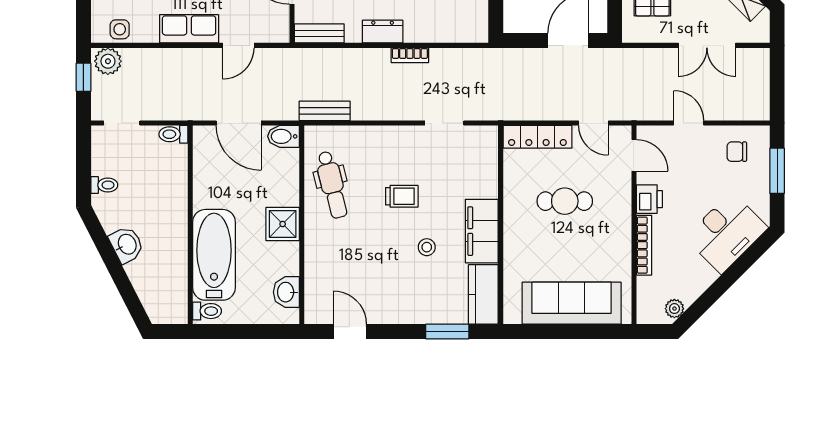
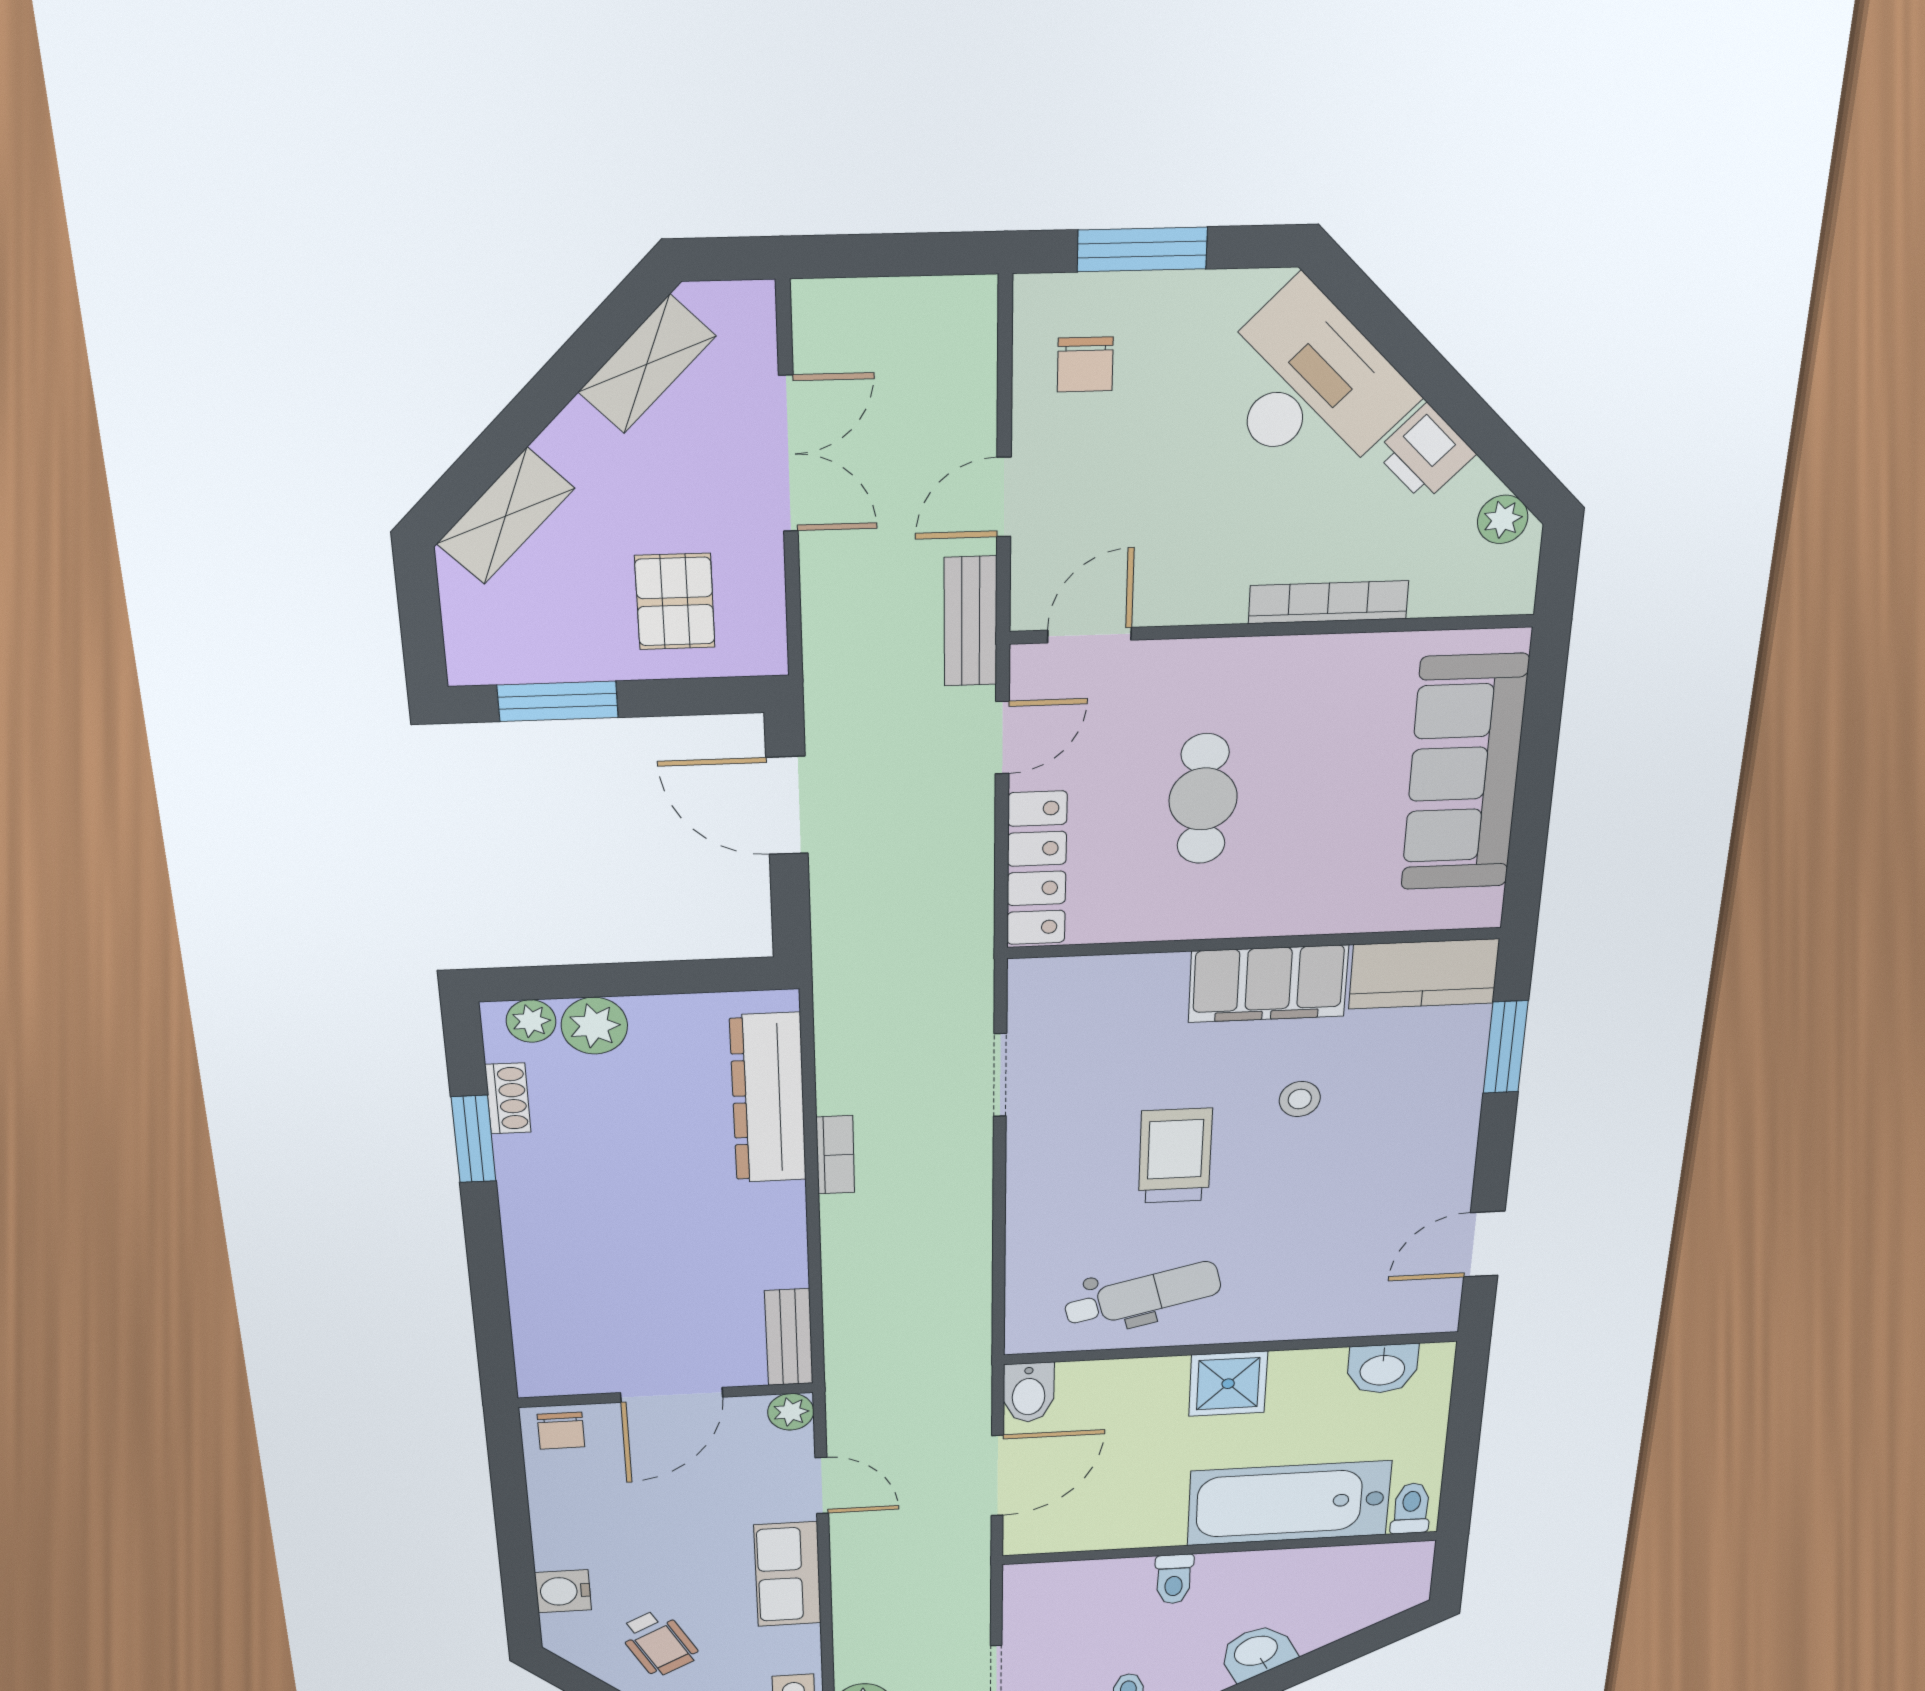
dresser: (383, 32) -> (768, 1098), moved, width x1.96, depth x1.24
plant: (280, 33) -> (791, 1412), added
bench: (325, 111) -> (970, 621), moved
toilet: (173, 134) -> (1174, 1579), moved
trolley: (402, 196) -> (1175, 1156), width x1.36, depth x1.39
printer: (649, 199) -> (1425, 453), moved, turned -135

